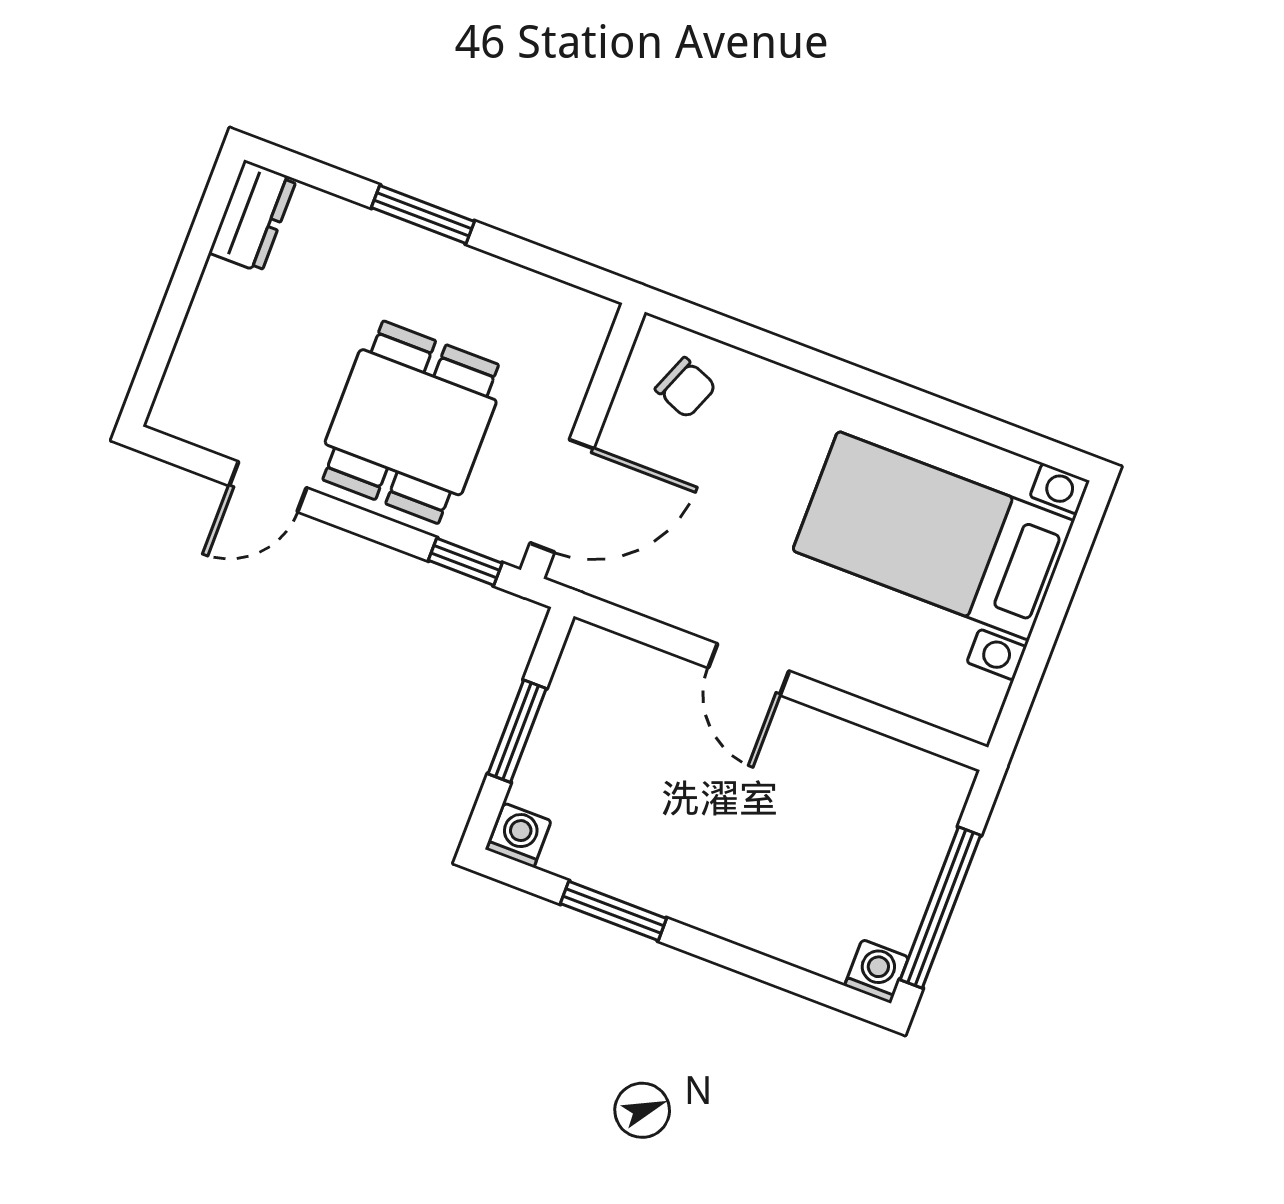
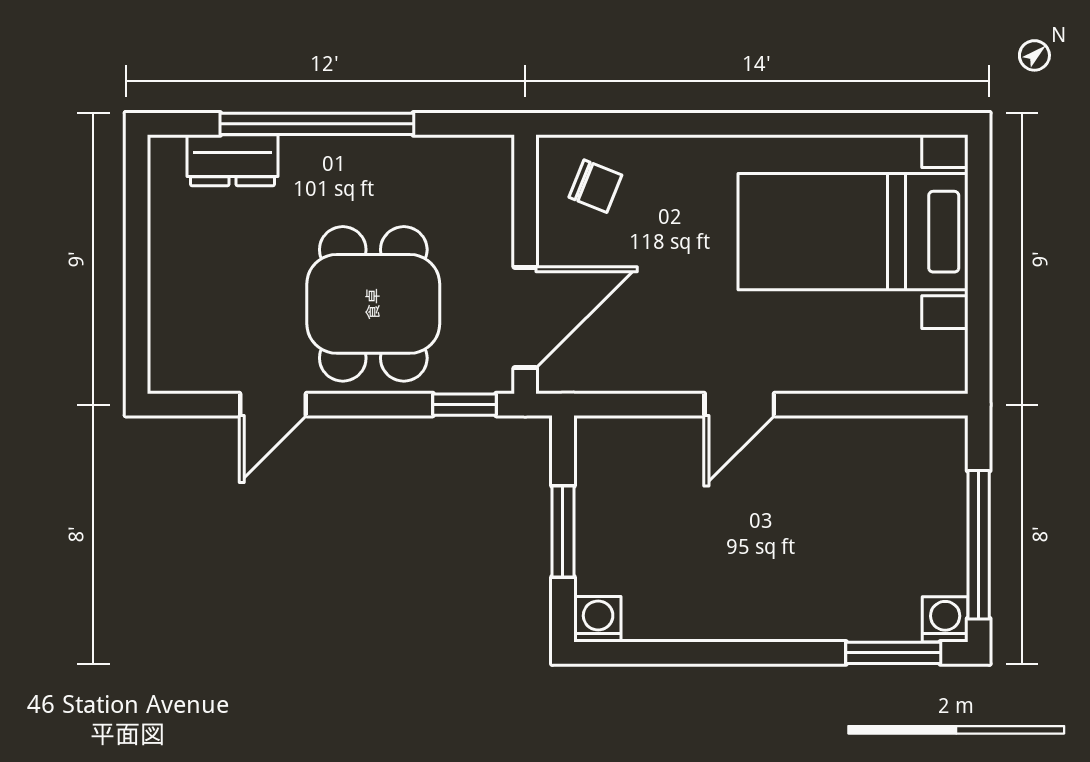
window: (423, 215) -> (317, 124), width x2.11
dresser: (253, 216) -> (233, 160), moved, turned 90
door: (749, 669) -> (739, 405), hinge flipped
window: (613, 911) -> (893, 653), moved

